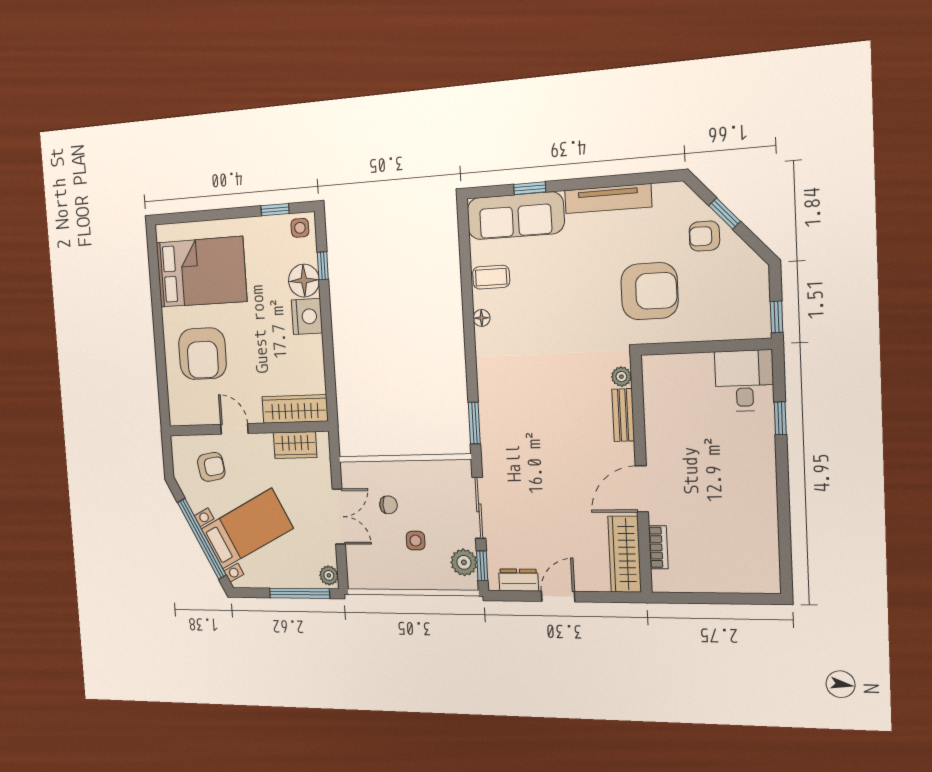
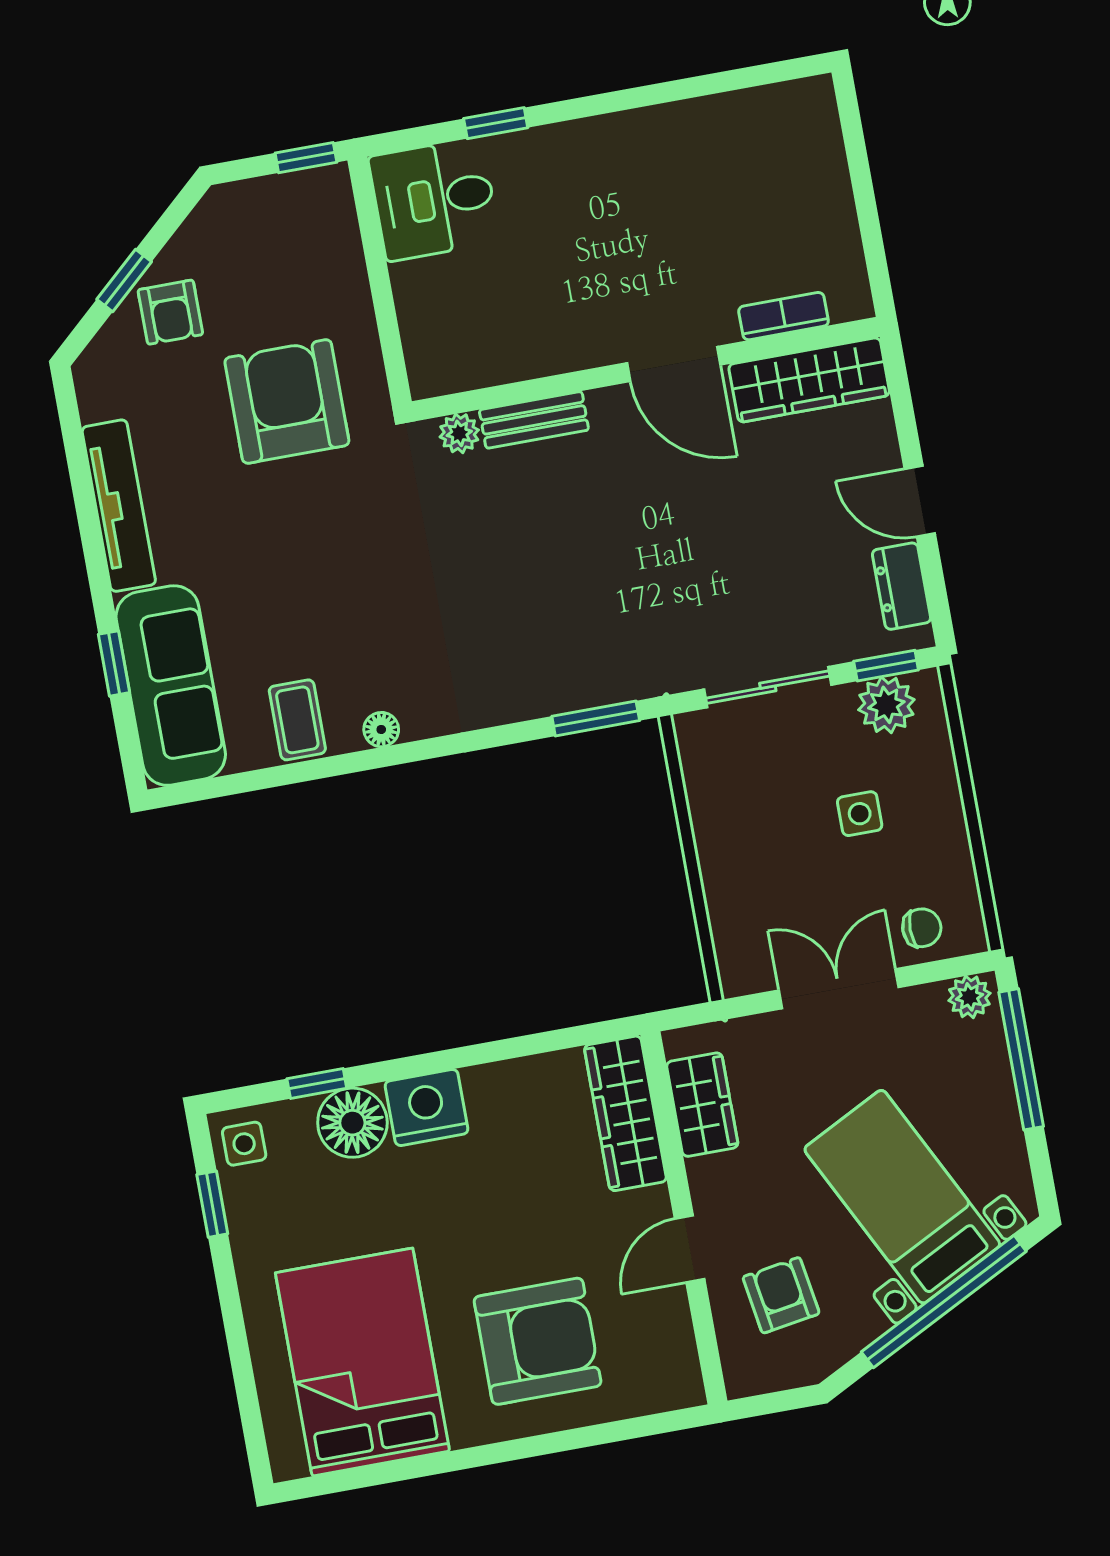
chair: (388, 505) -> (922, 928), moved, turned 90

